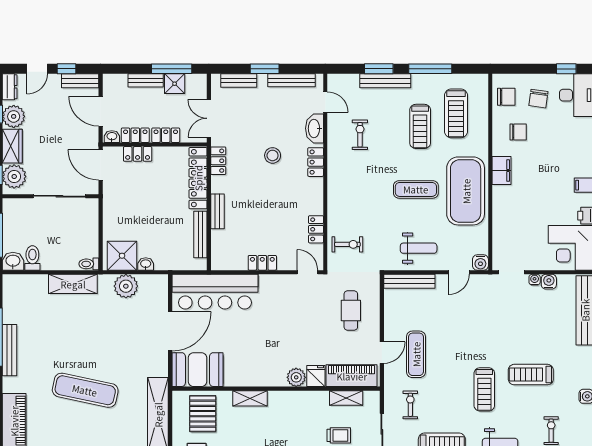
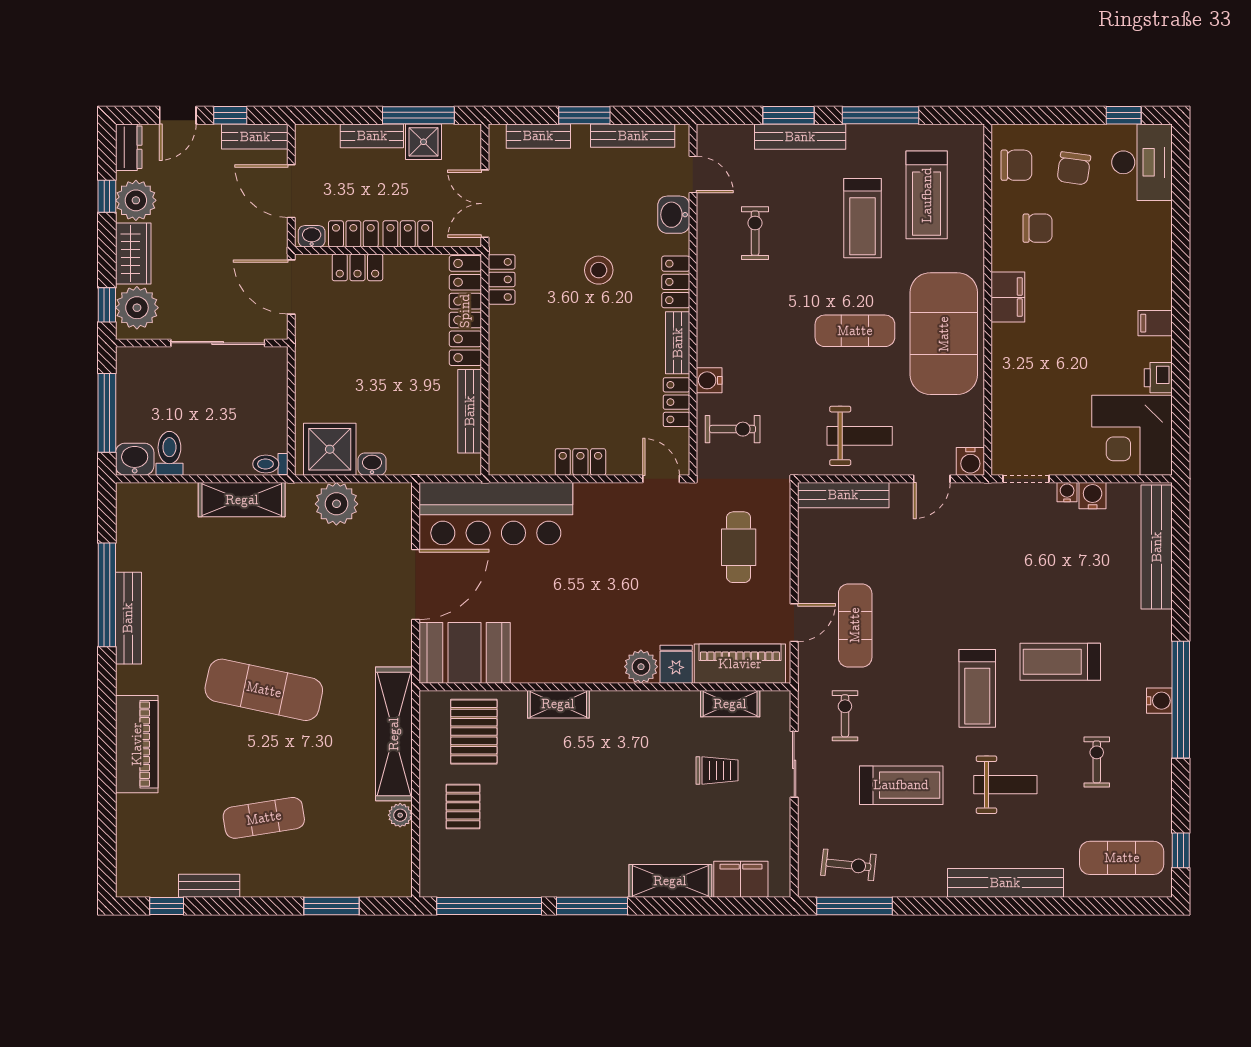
washbasin: (314, 128) -> (674, 215), width x0.72
bench: (217, 211) -> (678, 343), moved
water cooler: (334, 217) -> (709, 380), added

